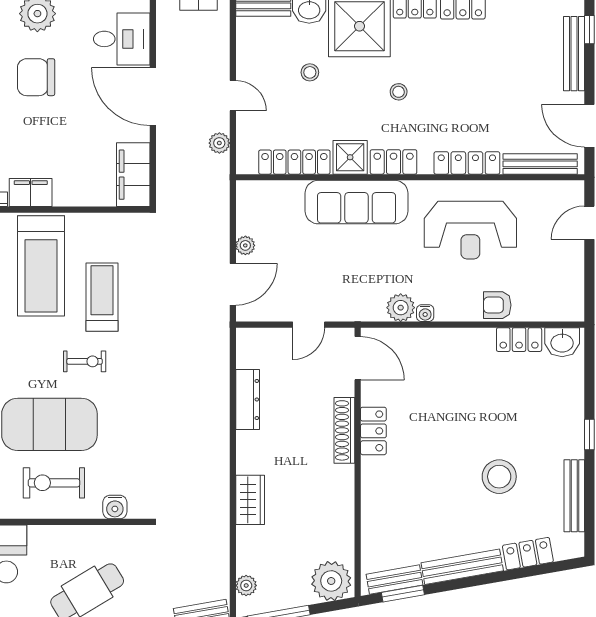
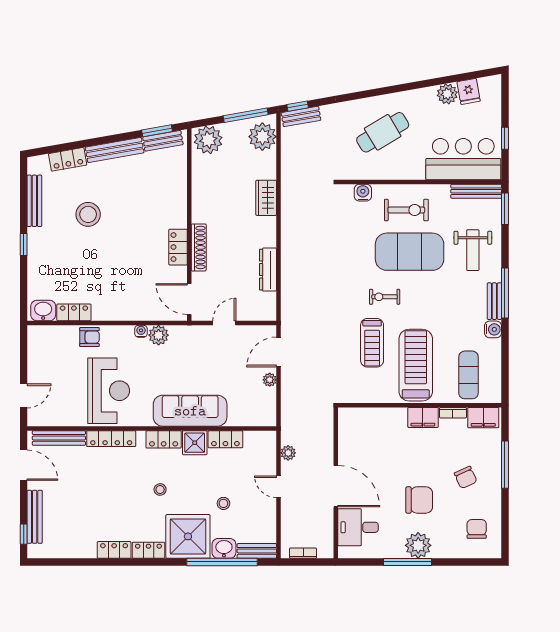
locker: (294, 162) -> (225, 439), width x0.66
filing cabinet: (133, 175) -> (350, 430), removed
reception desk: (470, 230) -> (109, 391), turned 90
plant: (246, 585) -> (262, 137), width x1.88, depth x1.88

